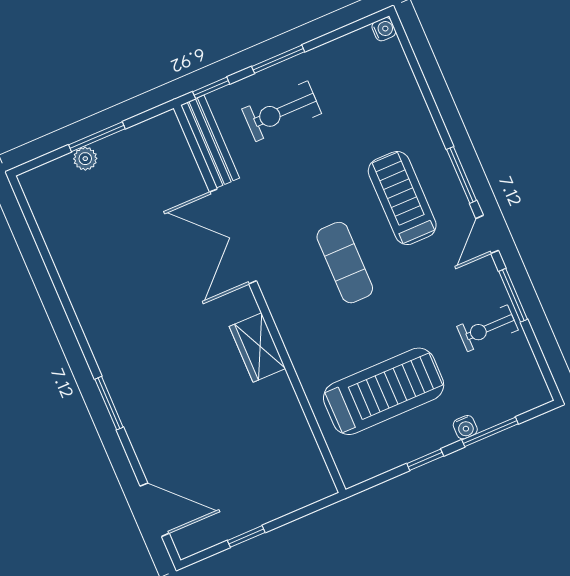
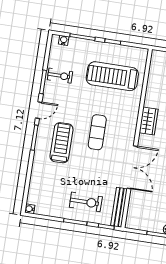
treadmill: (402, 198) -> (61, 143), turned 180
water cooler: (465, 427) -> (64, 40), moved

